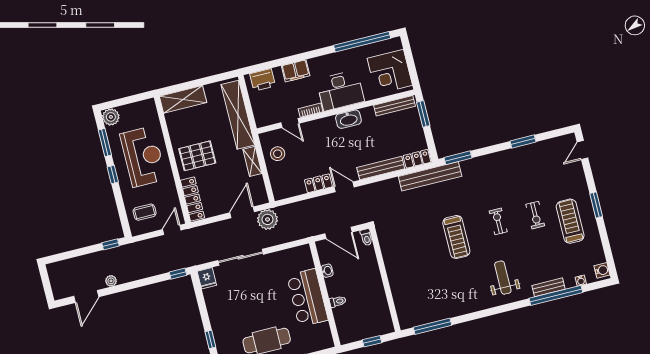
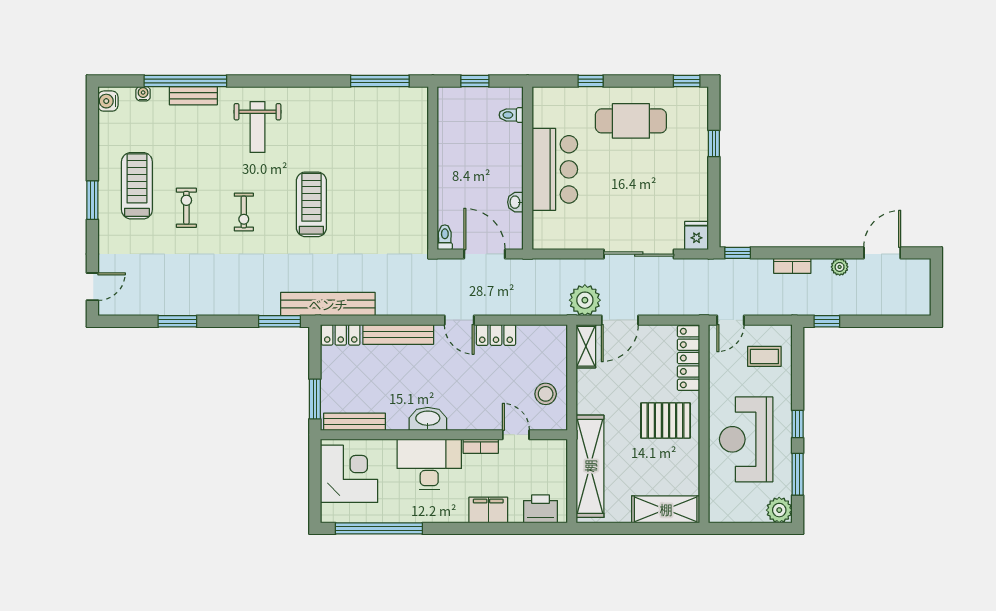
shelving: (252, 161) -> (586, 346), moved
treadmill: (570, 221) -> (137, 186), turned 180
bookcase: (141, 274) -> (792, 266), added
toilet: (338, 301) -> (511, 115), moved

